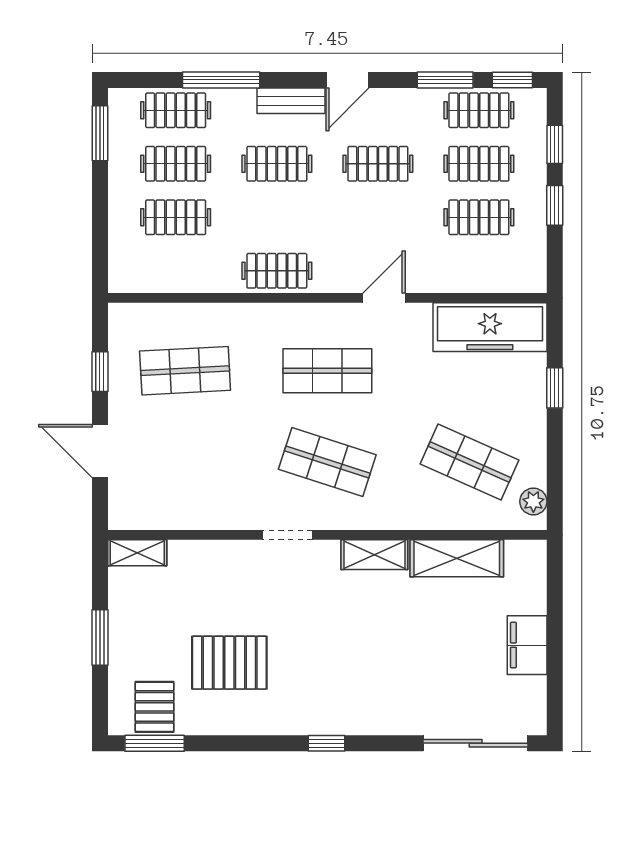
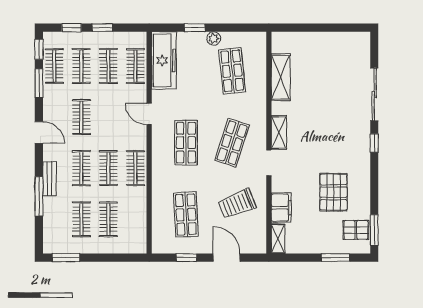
bench: (291, 101) -> (49, 179), moved
clothes rail: (176, 110) -> (108, 168), moved
clothes rail: (479, 271) -> (135, 66), added
door: (100, 451) -> (226, 258), swing flipped
shop shelf: (470, 462) -> (232, 71), turned -30
trolley: (206, 472) -> (237, 204), added
plant: (533, 501) -> (214, 38), moved
shelving: (374, 555) -> (279, 132), moved
window: (100, 638) -> (335, 258), moved
filing cabinet: (527, 645) -> (281, 208), moved, turned -90
sliding door: (476, 743) -> (374, 94), moved

